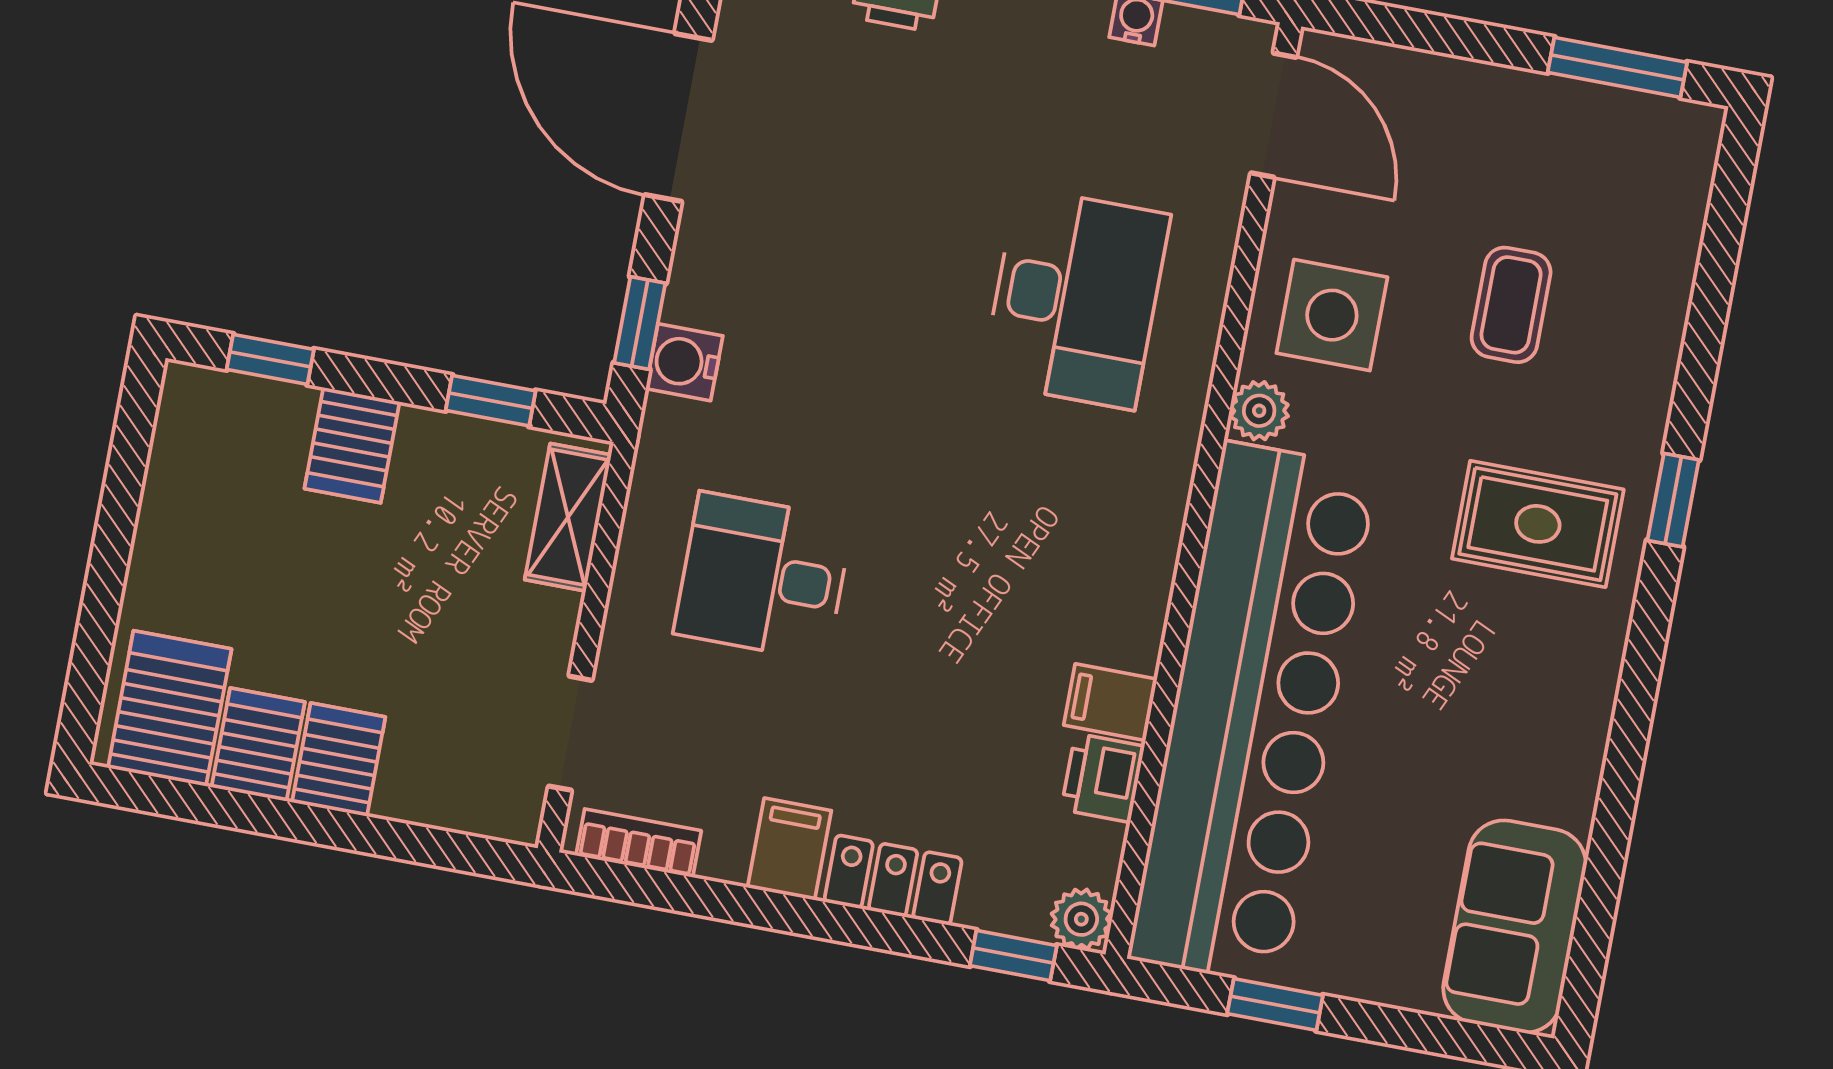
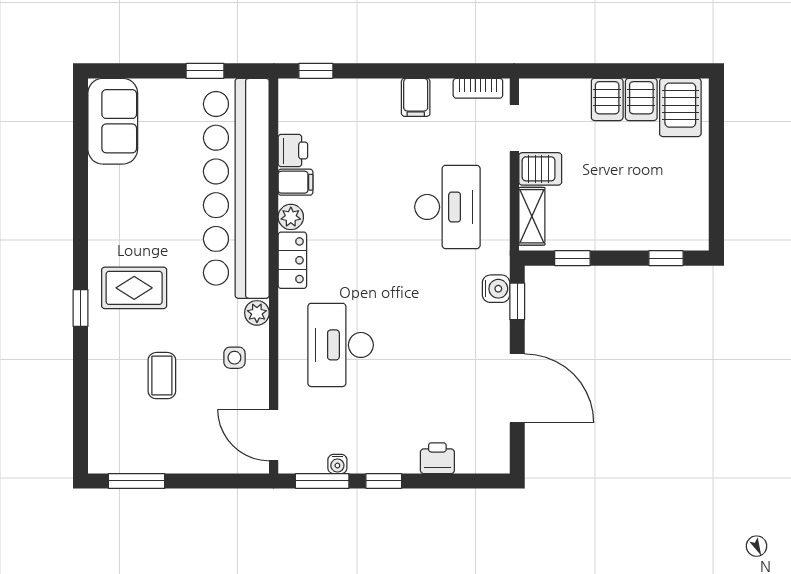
side table: (1332, 315) -> (234, 358), width x0.54, depth x0.54
server rack: (352, 445) -> (540, 169), moved, turned 90
desk: (763, 577) -> (447, 207), width x1.37
locker: (893, 880) -> (292, 260), moved, turned -90
plant: (1081, 919) -> (291, 217), moved

